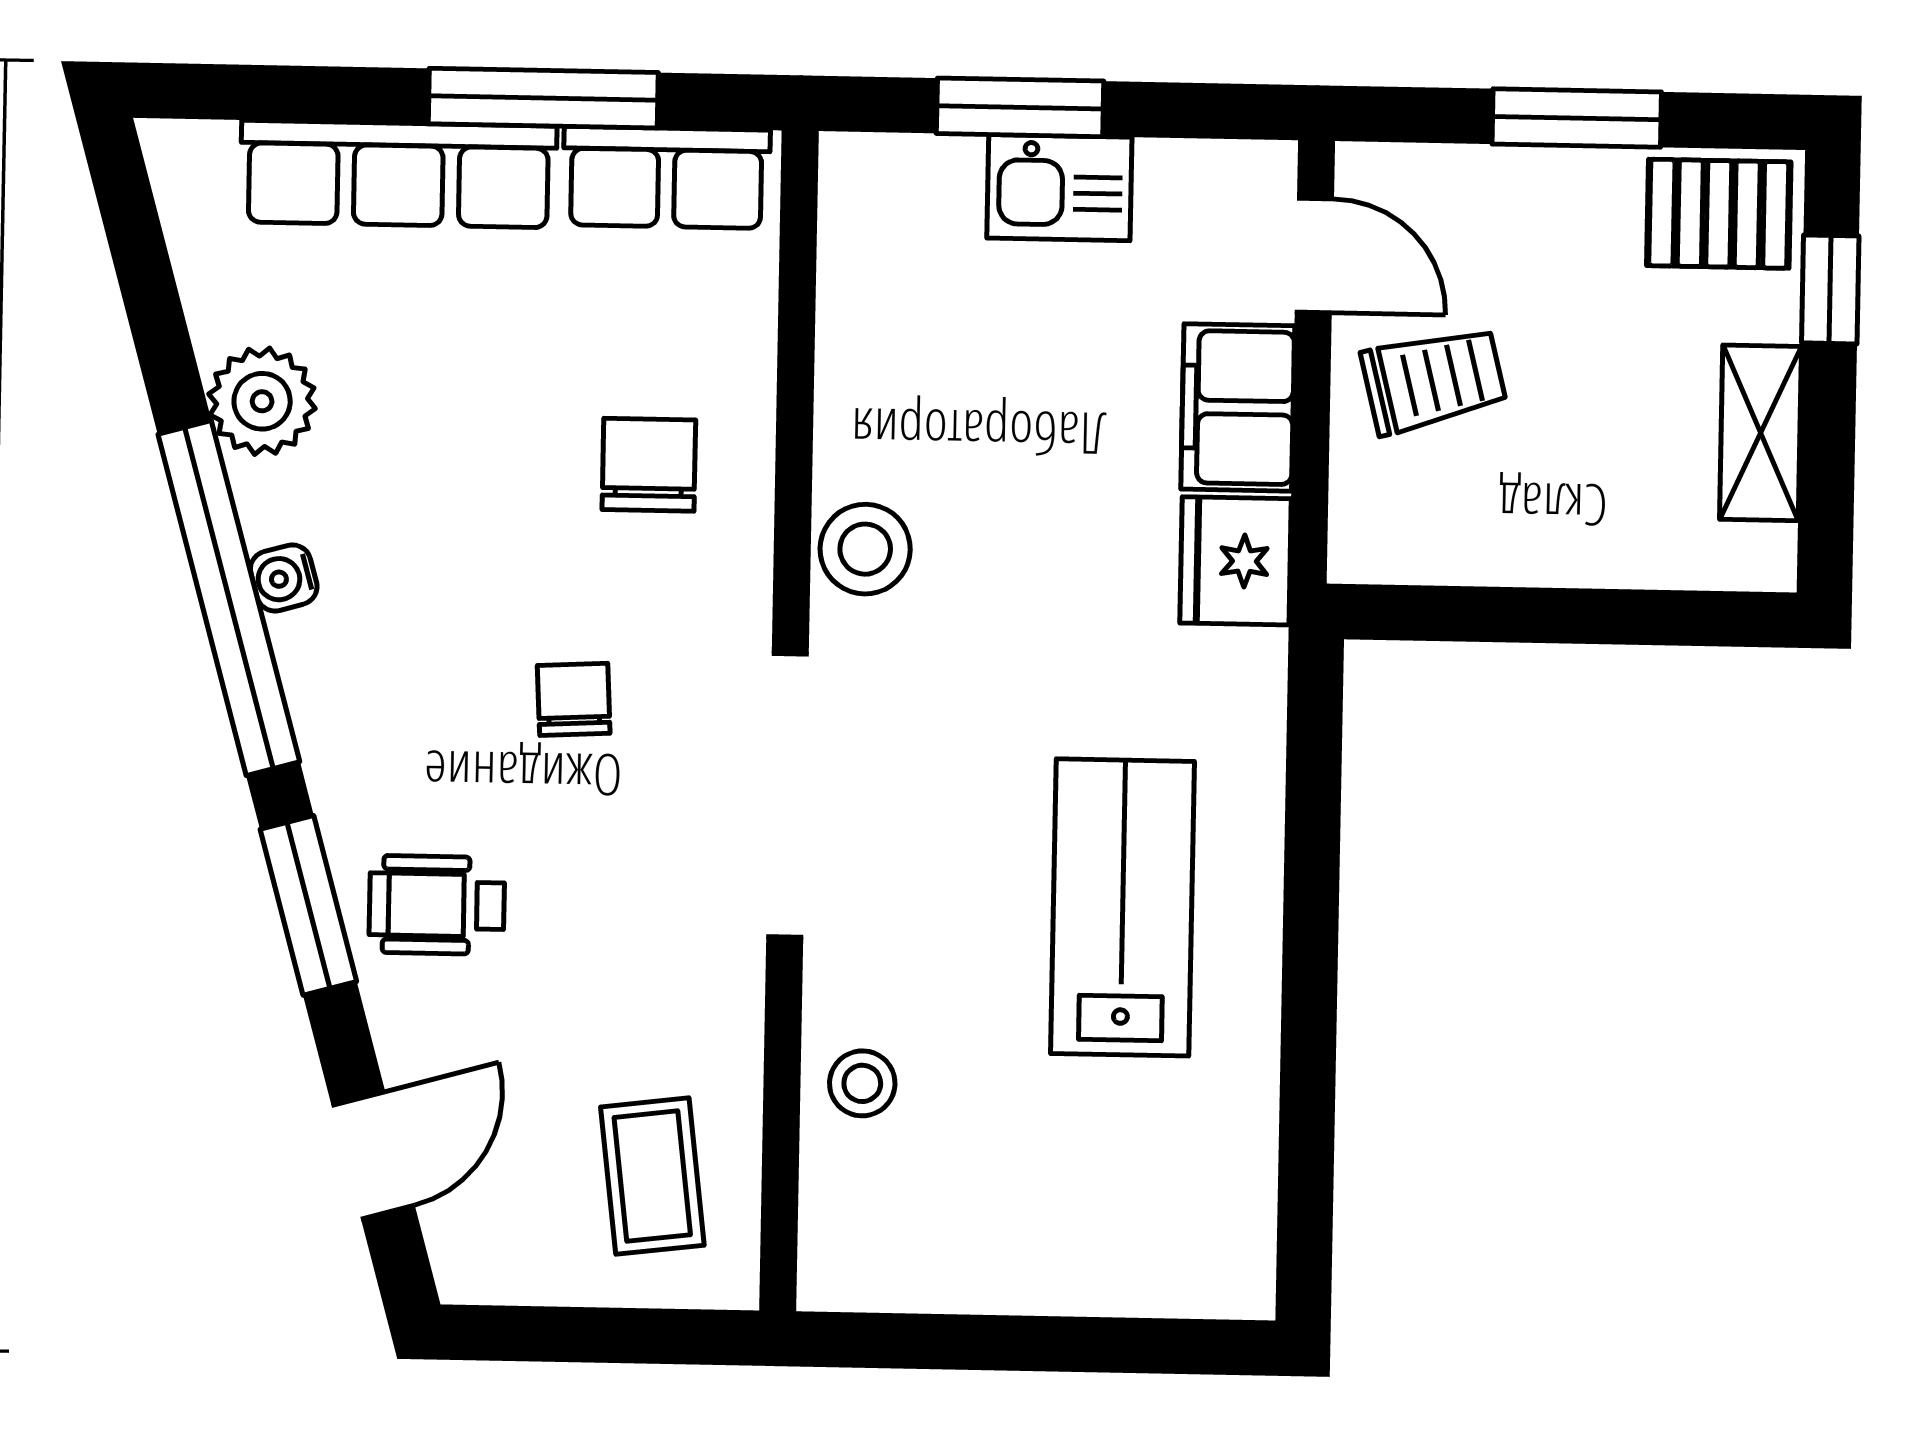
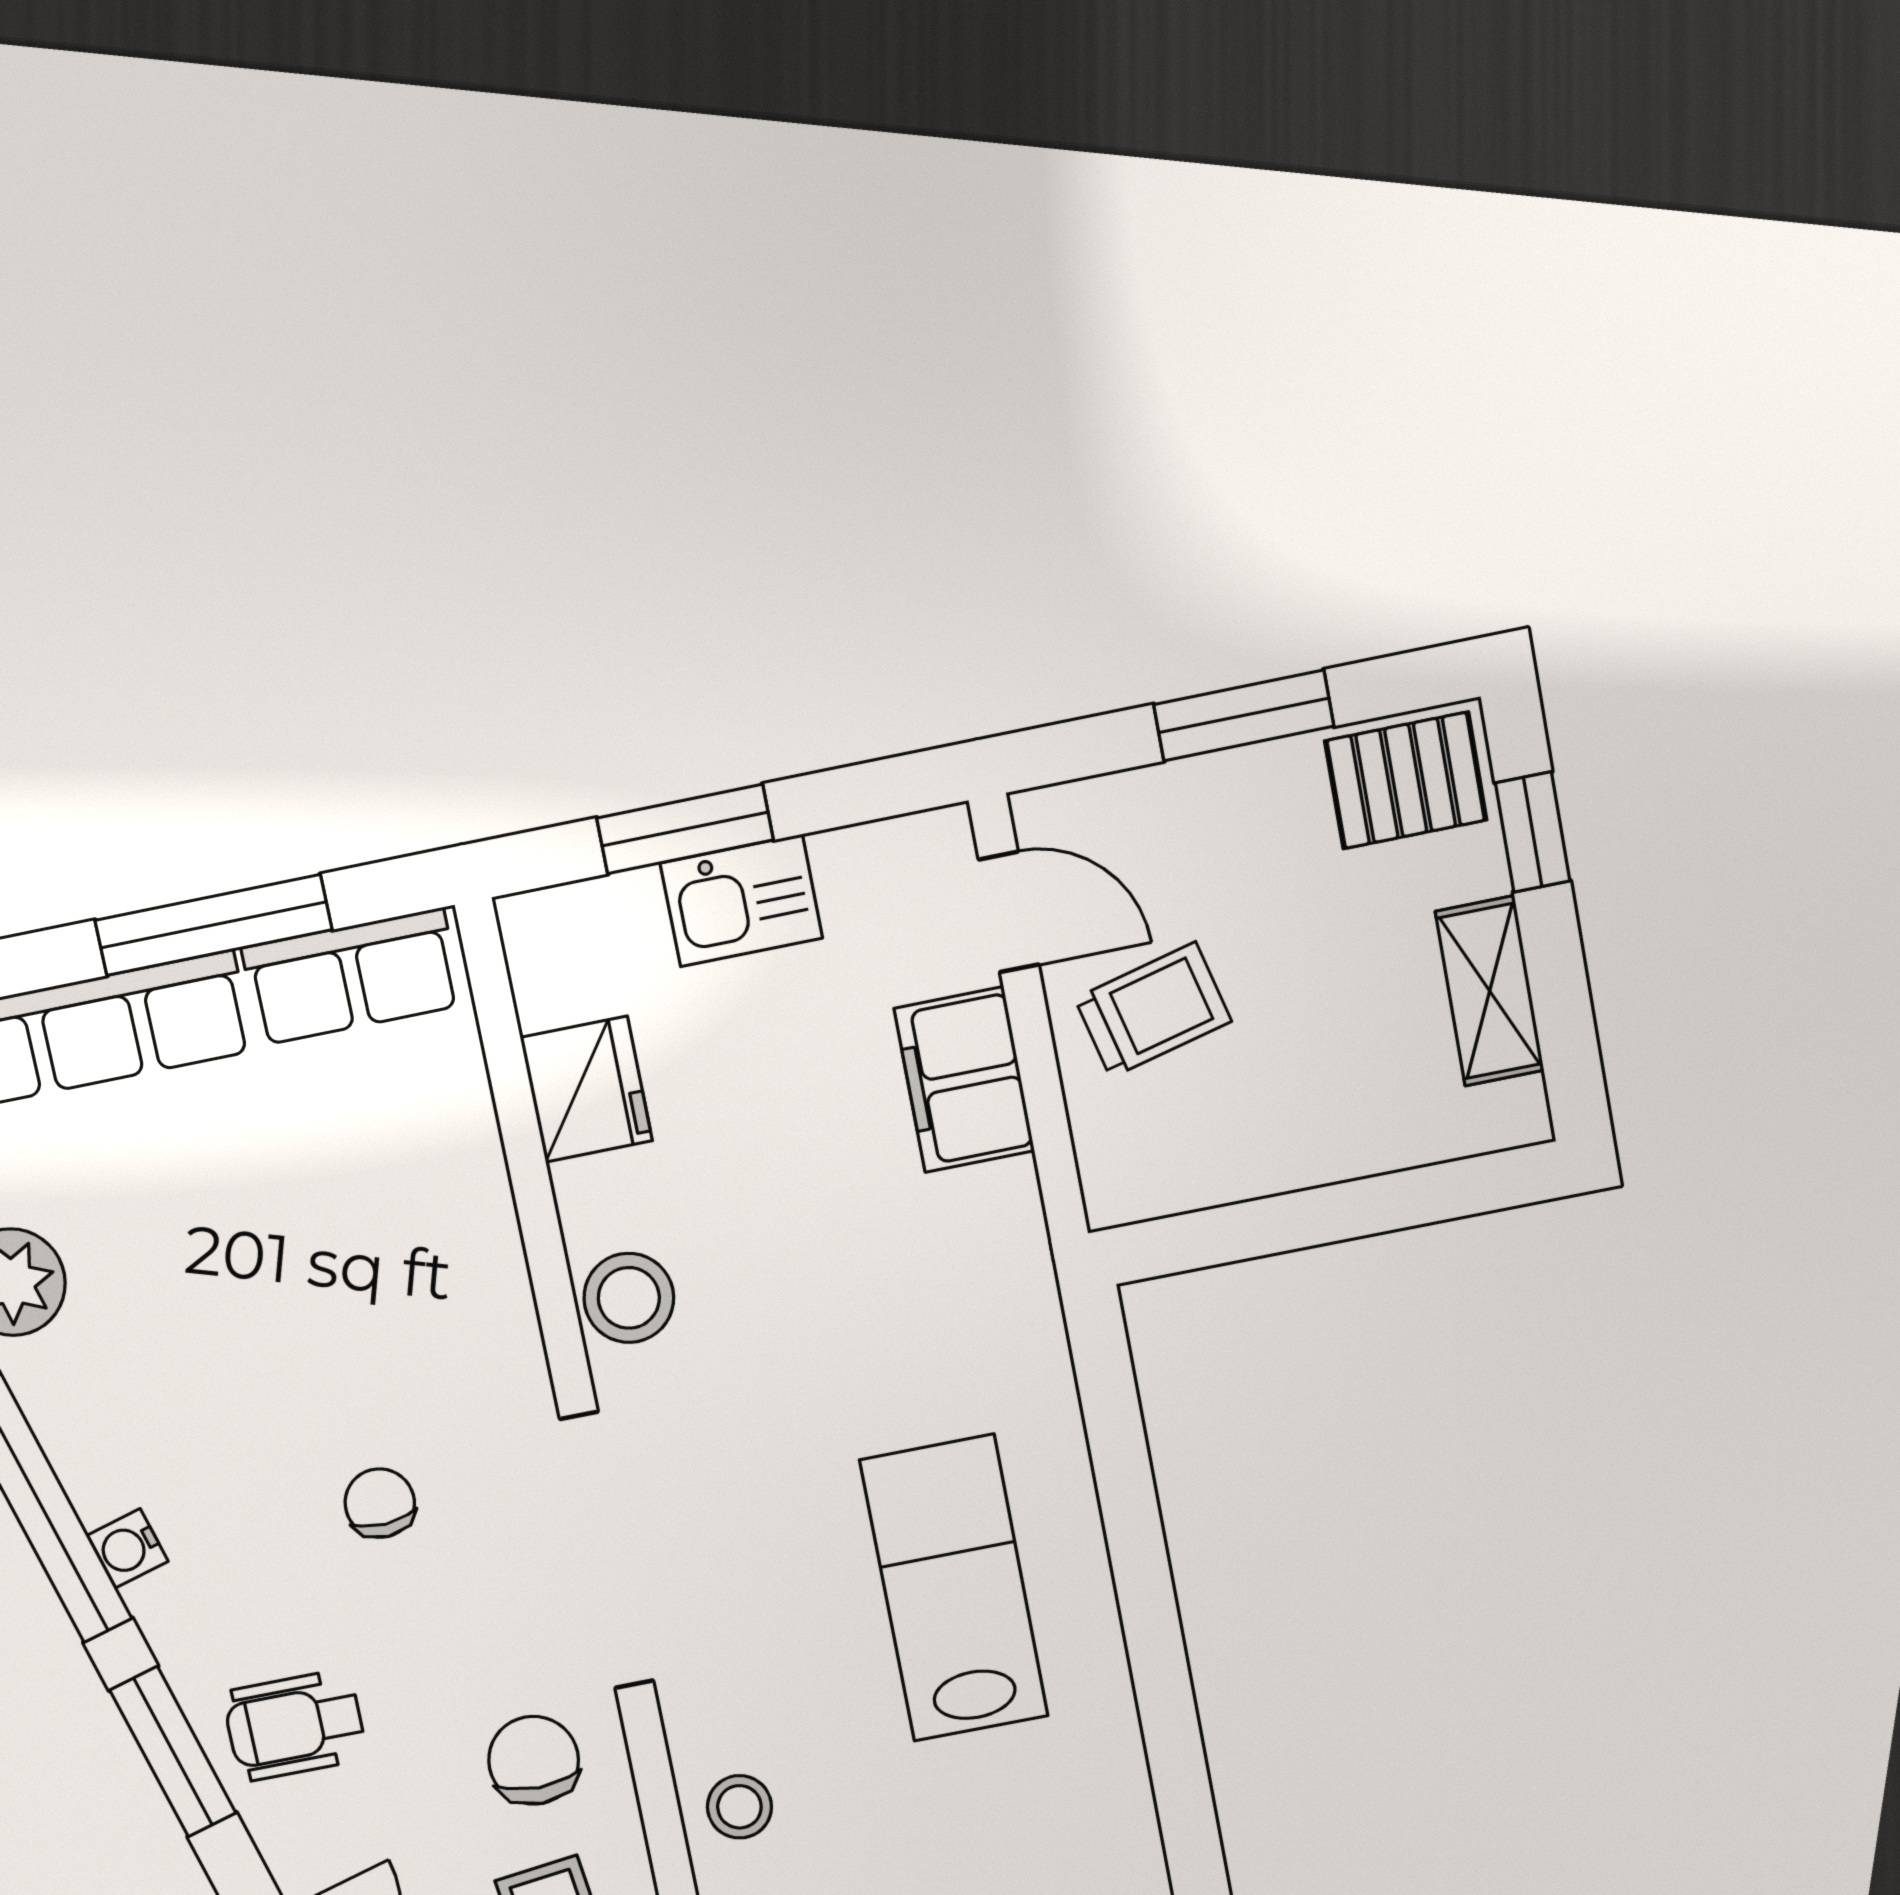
chair: (649, 465) -> (534, 1760), moved
fridge: (1236, 561) -> (586, 1089), moved, turned 180
water cooler: (284, 578) -> (128, 1548), moved

